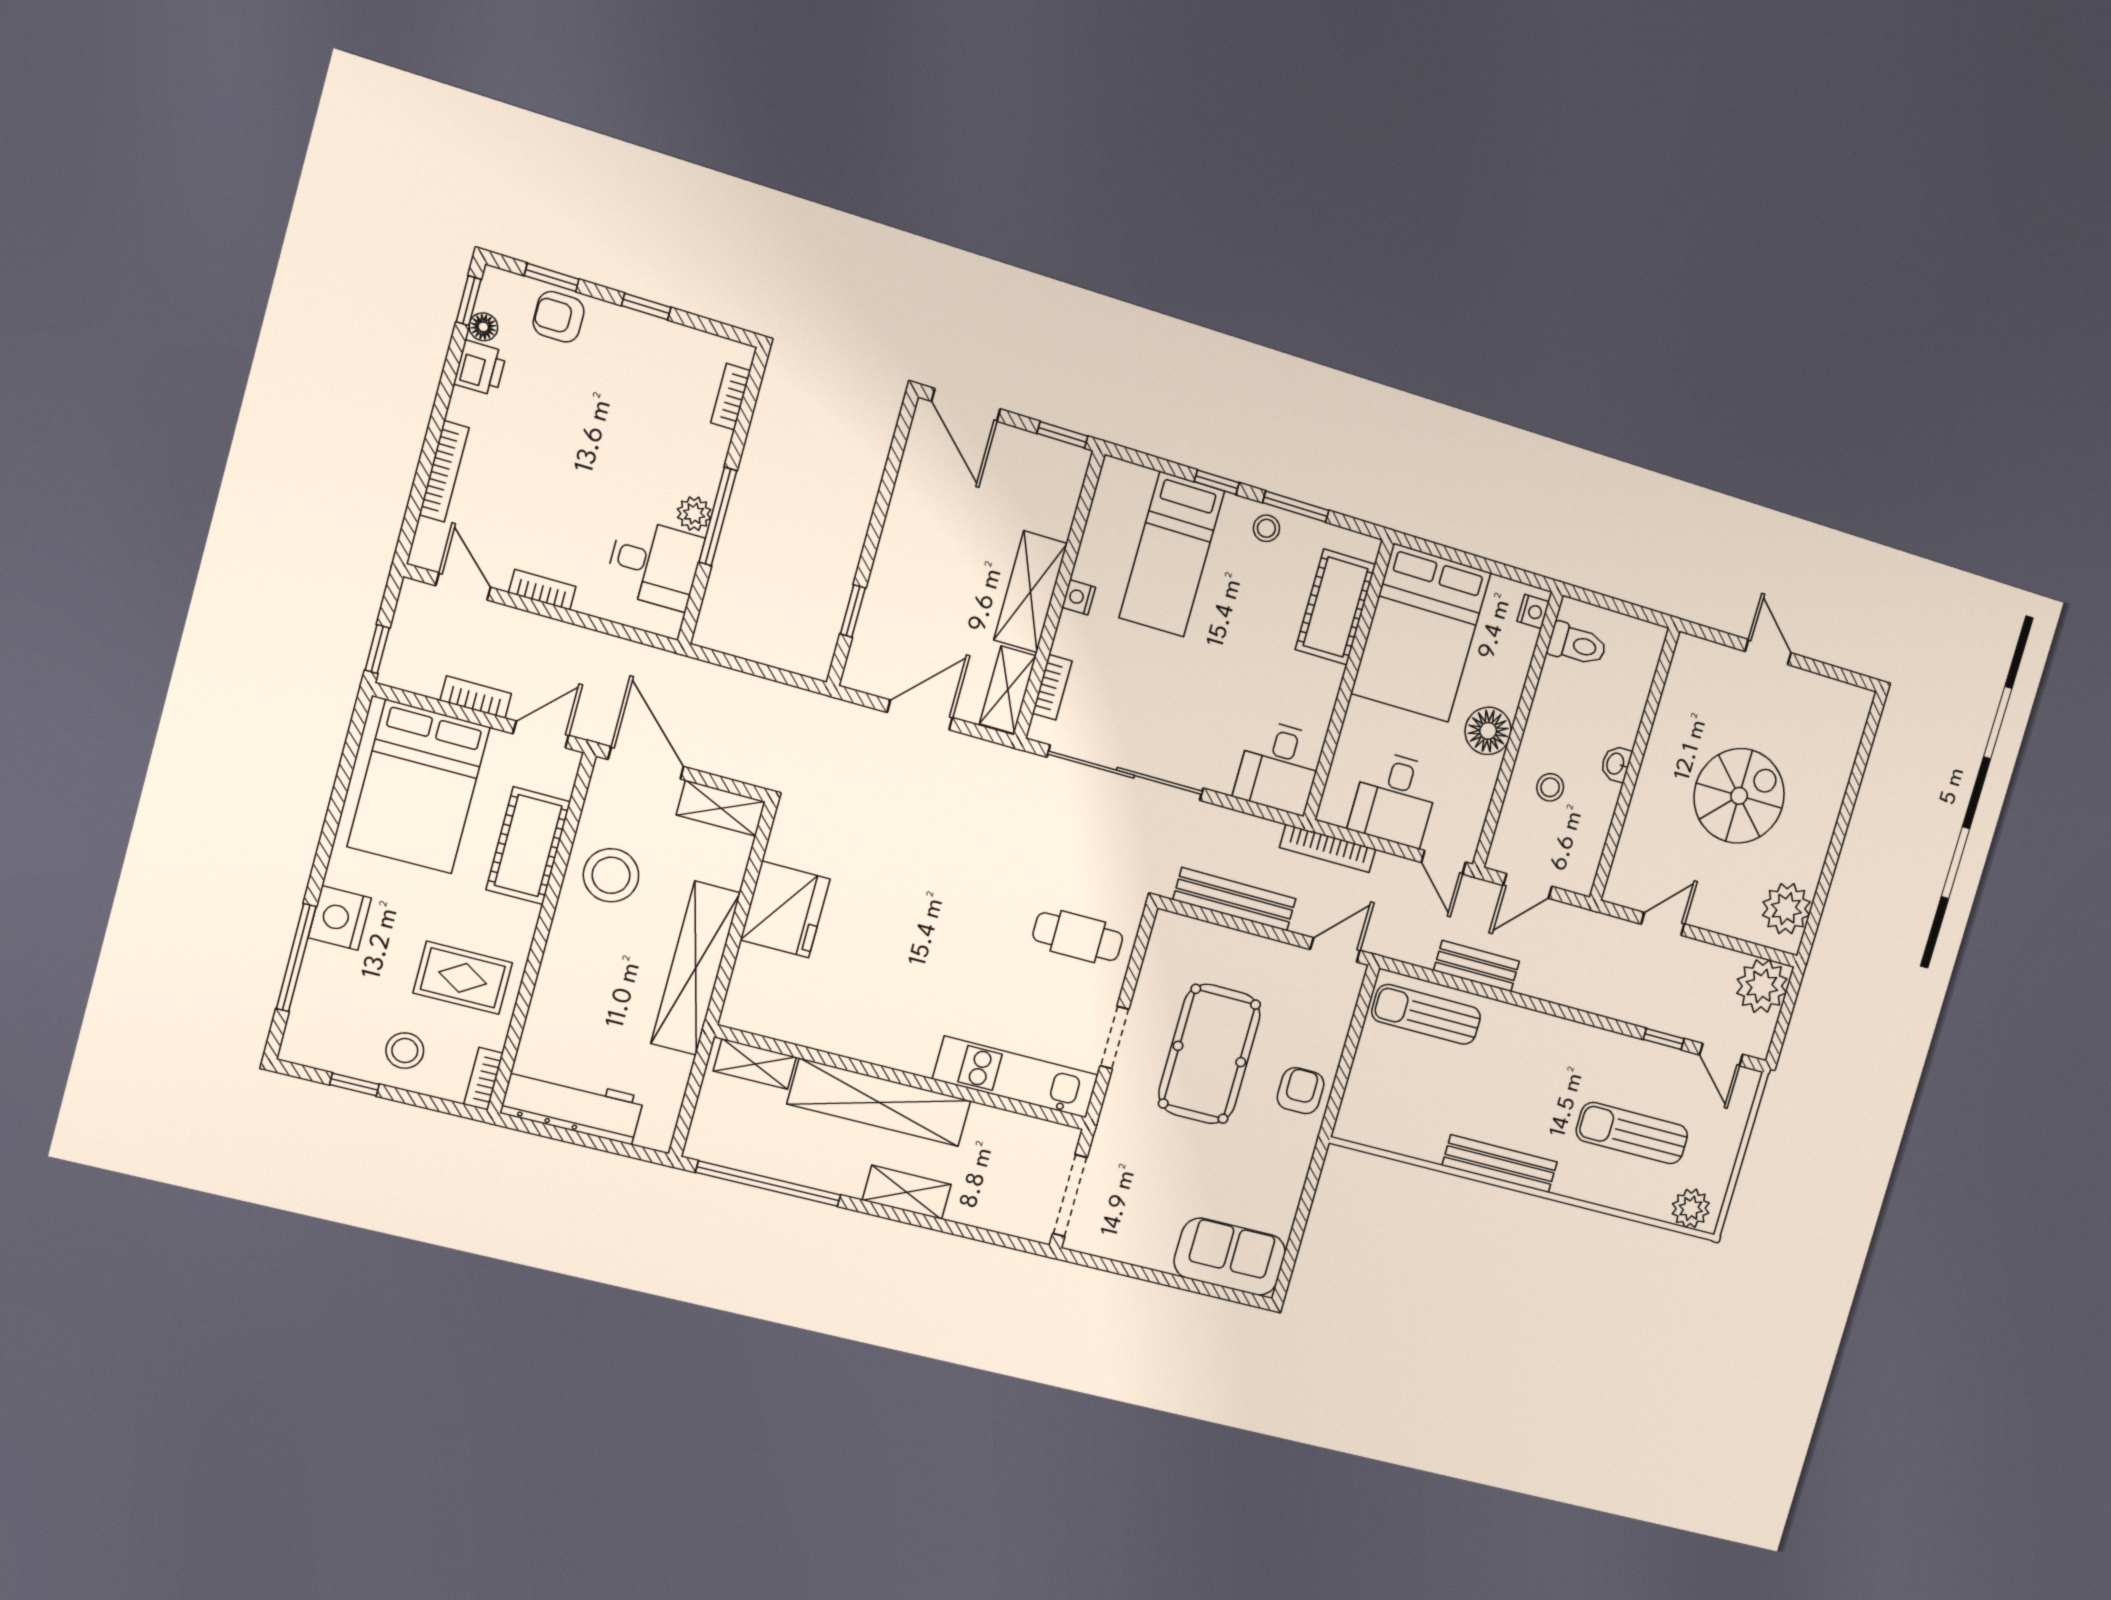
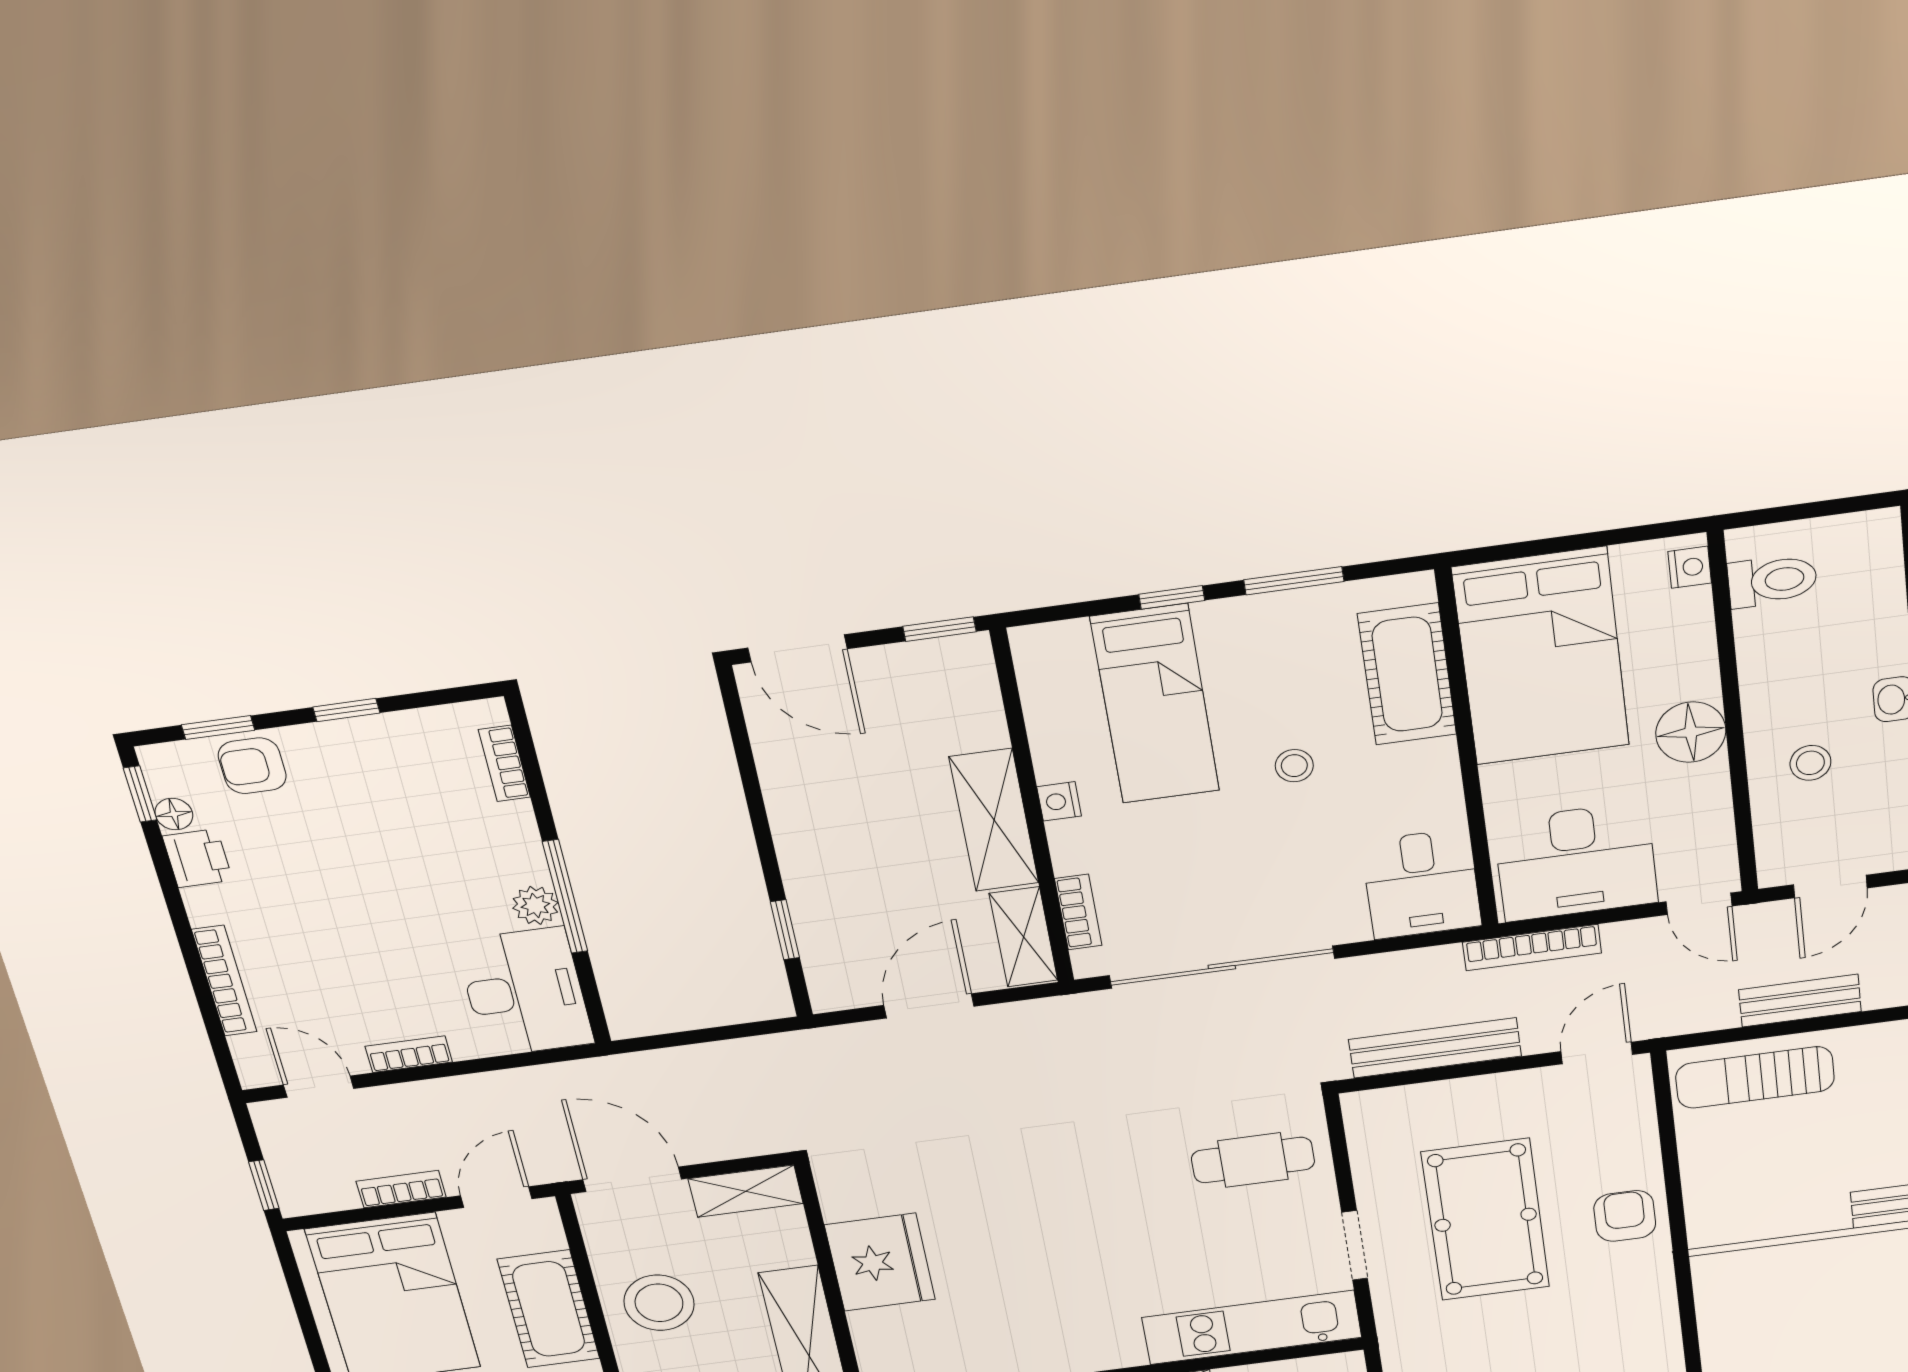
stool: (1266, 528) -> (1294, 766), moved
desk: (654, 564) -> (525, 992), width x1.37
desk: (1395, 799) -> (1576, 862), width x1.37

